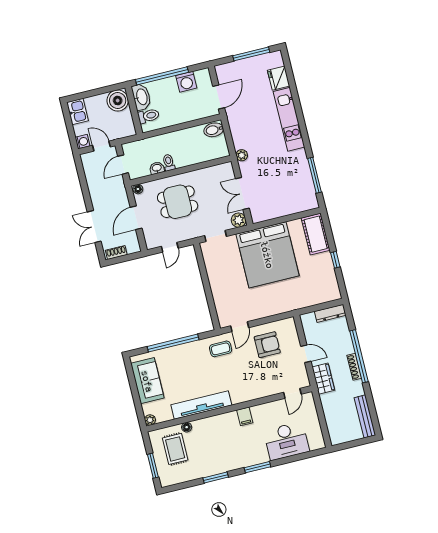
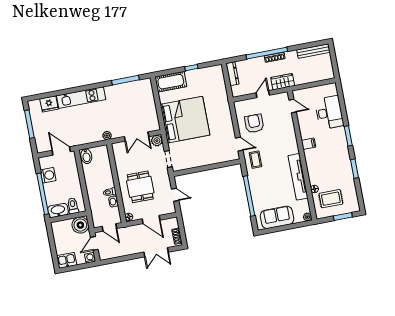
boiler: (118, 101) -> (80, 225), moved

